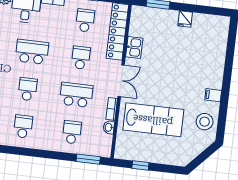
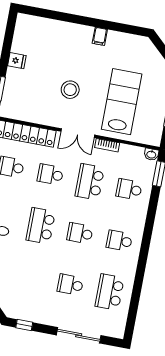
kitchen sink: (134, 47) -> (43, 117), removed
double door: (121, 81) -> (78, 133), swing flipped
stool: (205, 122) -> (70, 90), moved
washbasin: (109, 127) -> (151, 154), moved

